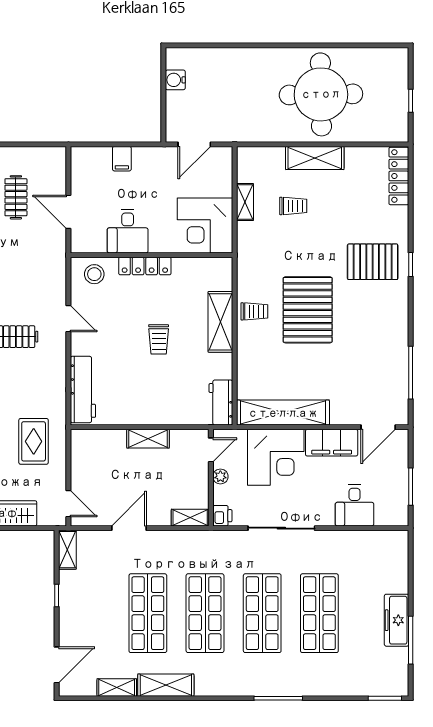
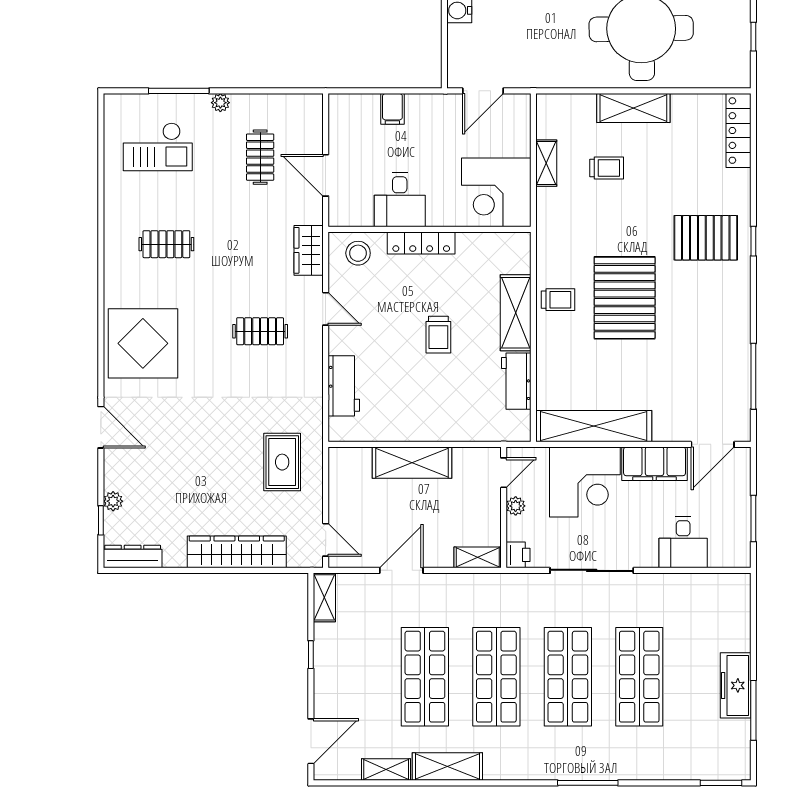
wardrobe: (55, 272) -> (309, 250), added
workbench: (83, 390) -> (344, 386), width x0.73
workbench: (221, 403) -> (516, 381), moved
shelving: (148, 439) -> (412, 463), width x1.50, depth x1.33

